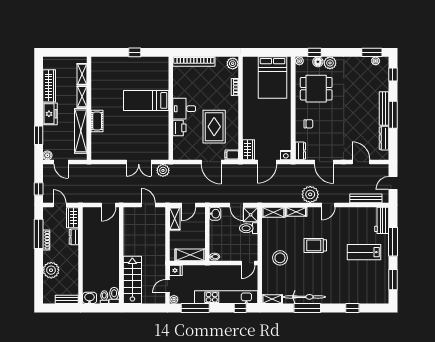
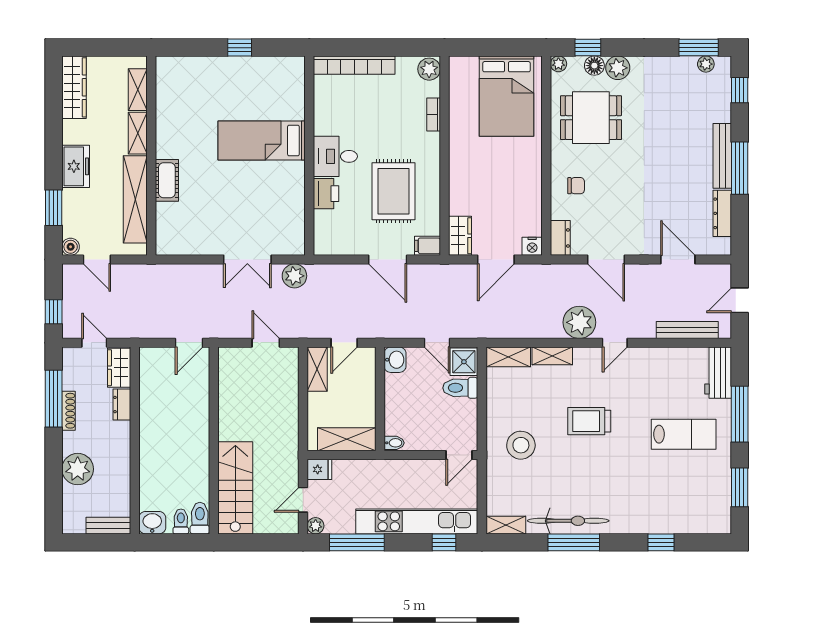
wardrobe: (49, 86) -> (74, 87), moved
lab bench: (364, 252) -> (684, 434), turned 180

